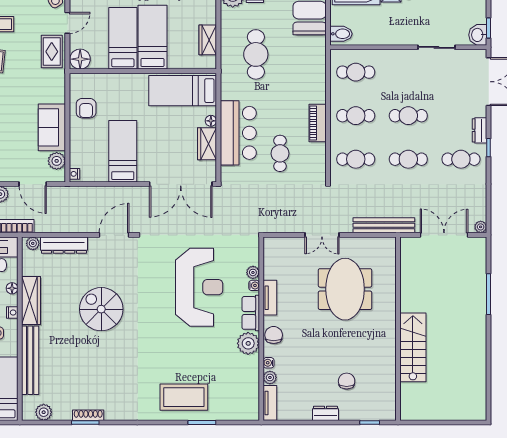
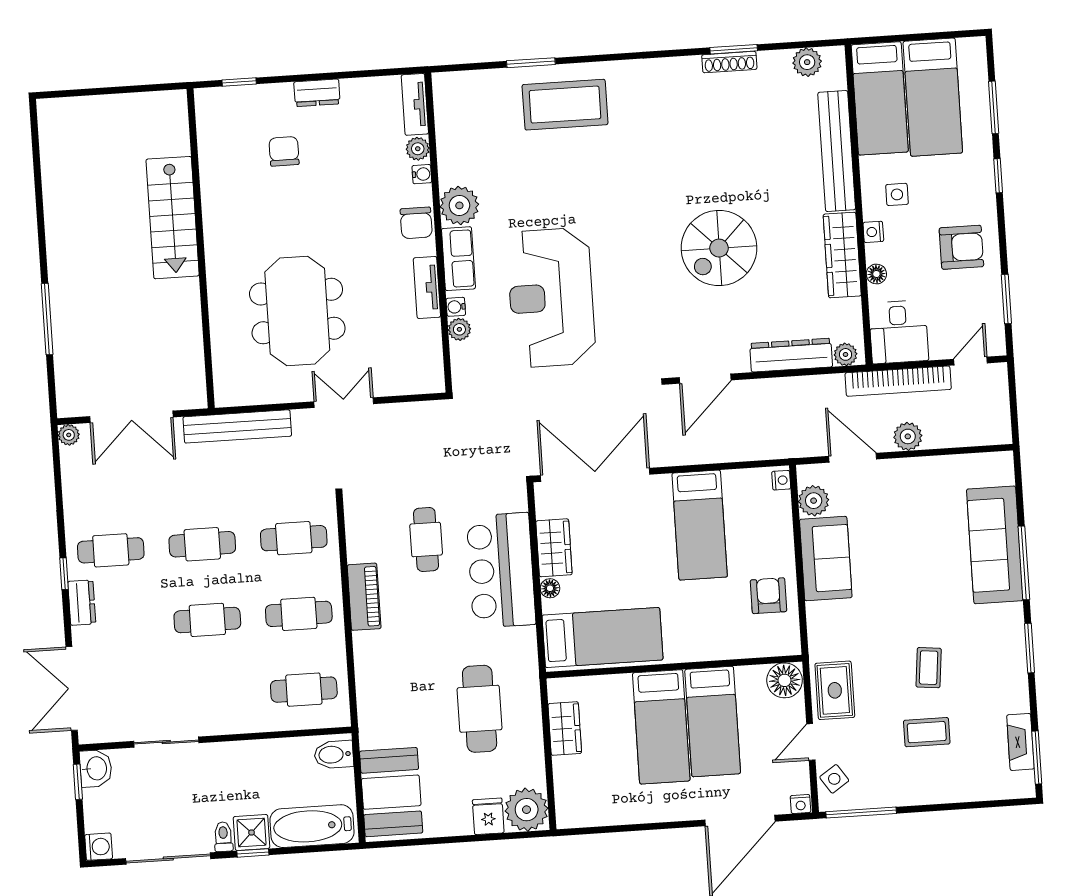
spiral stairs: (101, 309) -> (719, 248), turned 90
chair: (347, 381) -> (284, 151), turned 180

